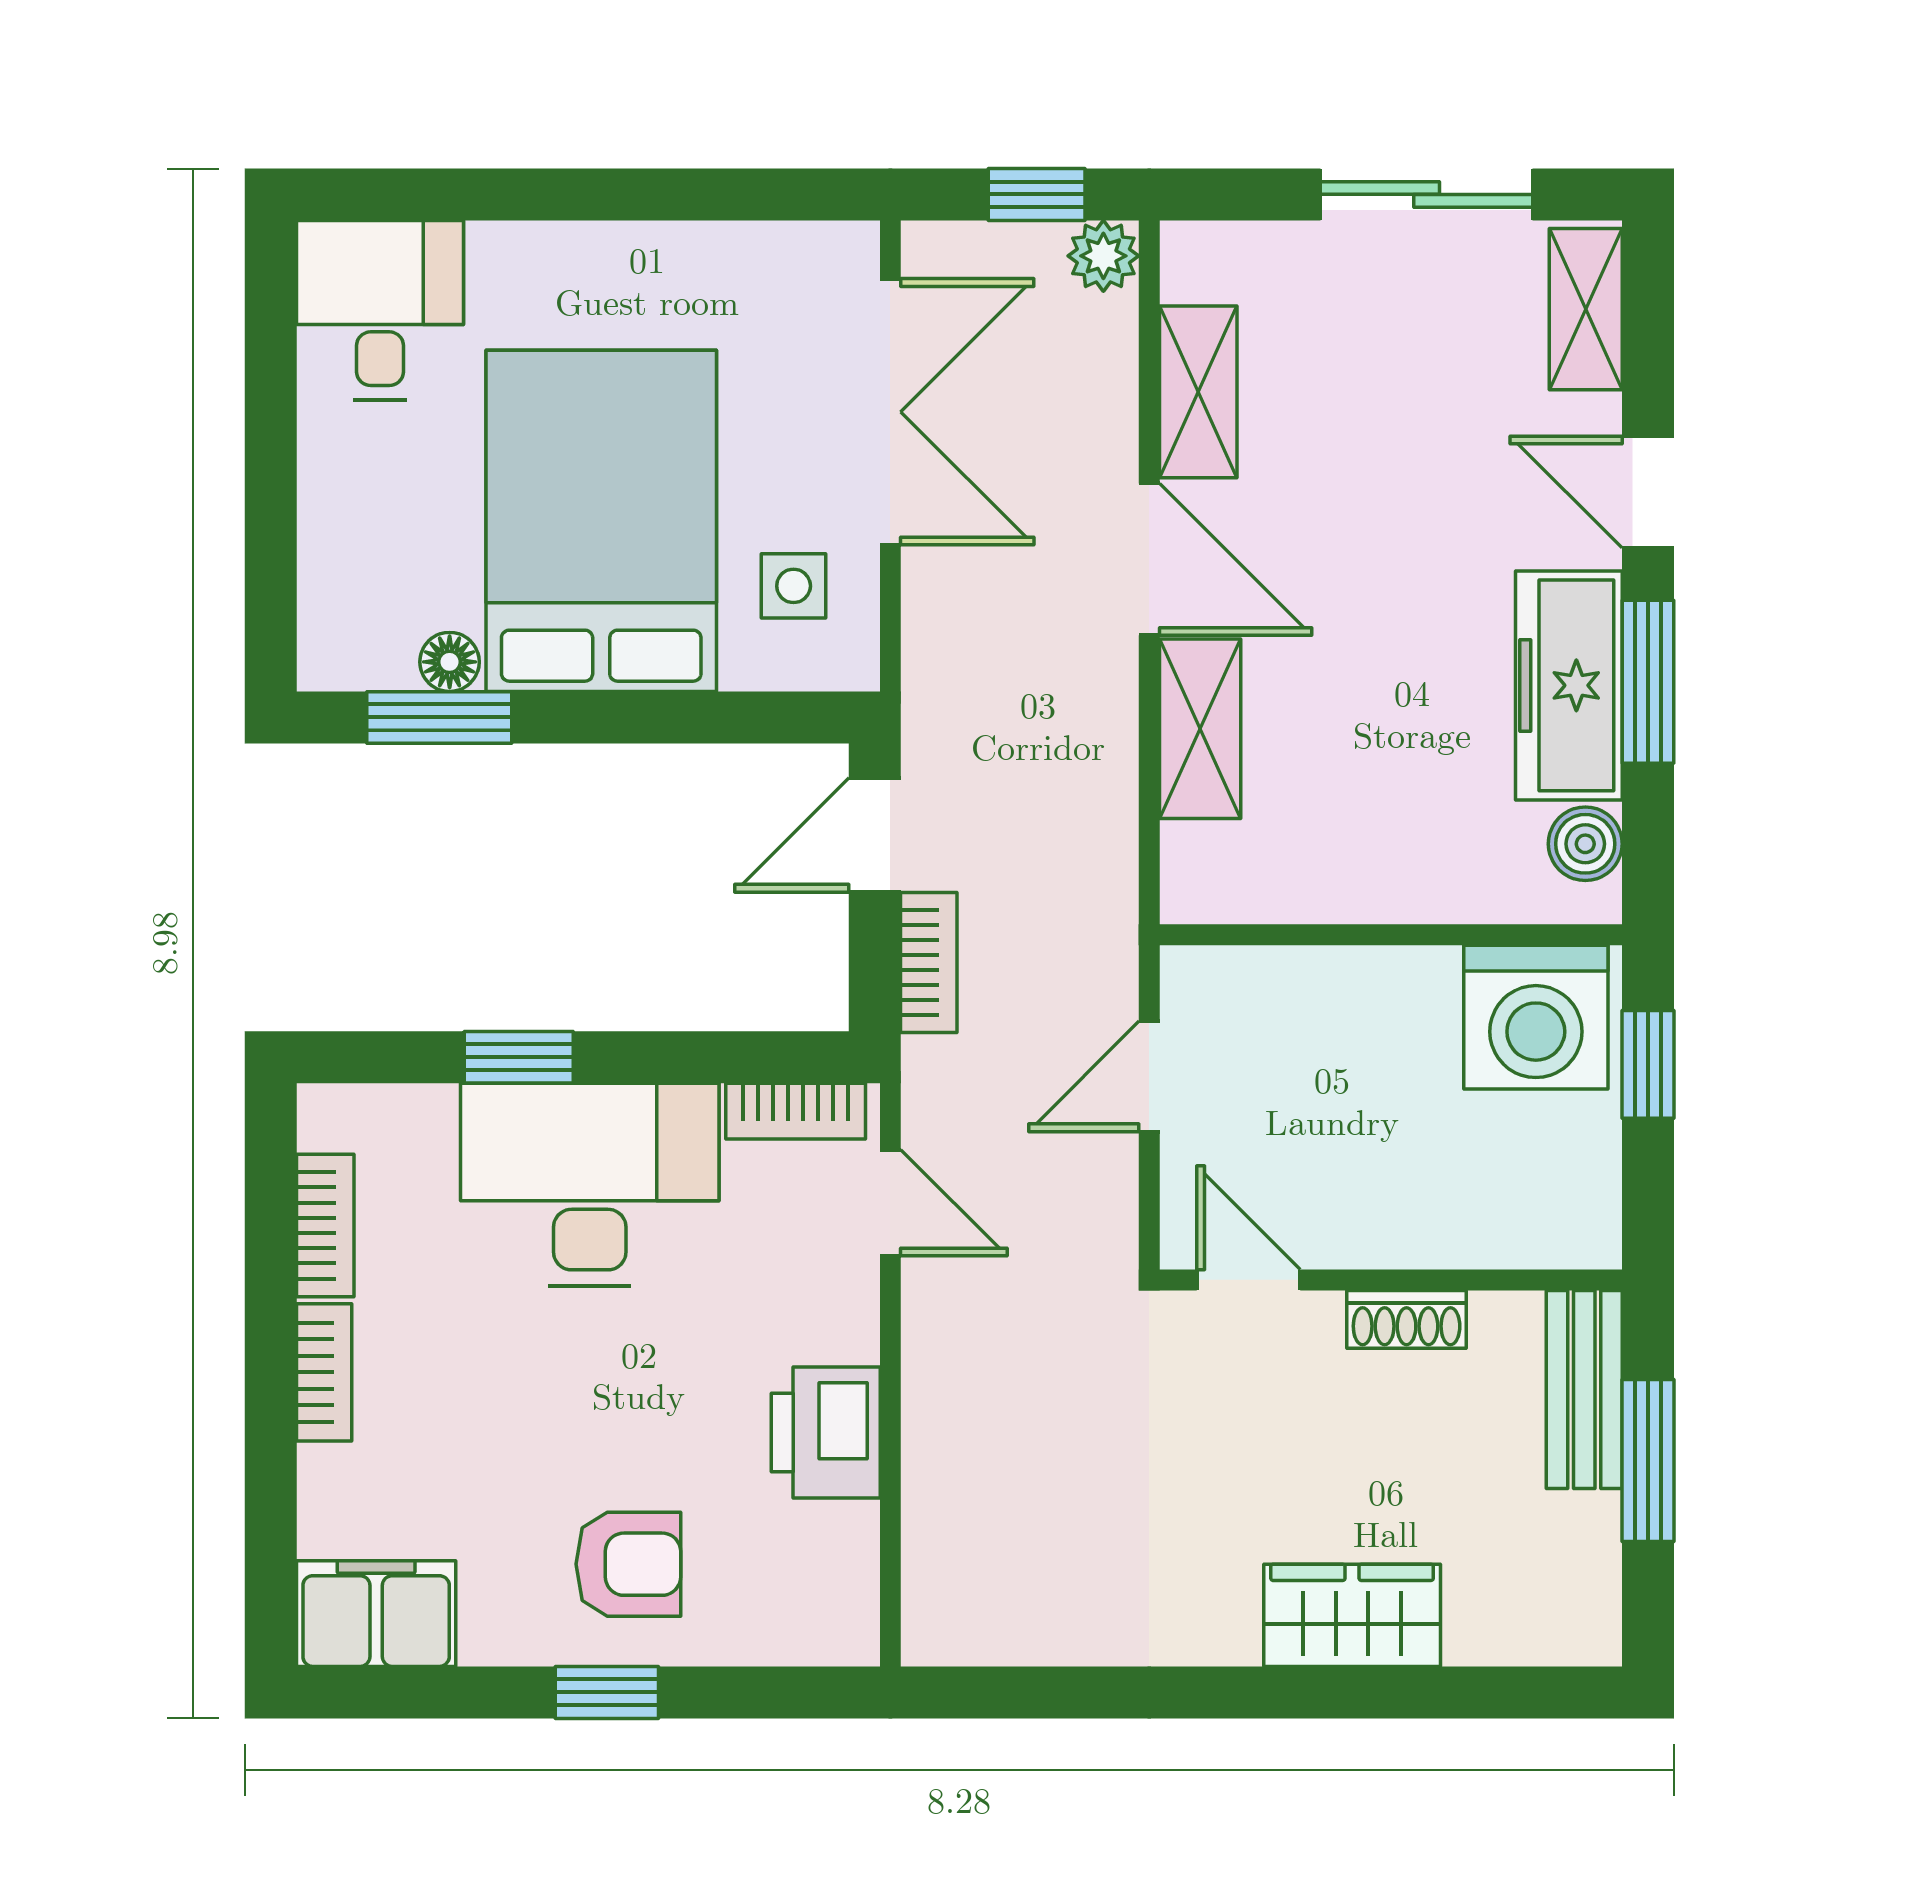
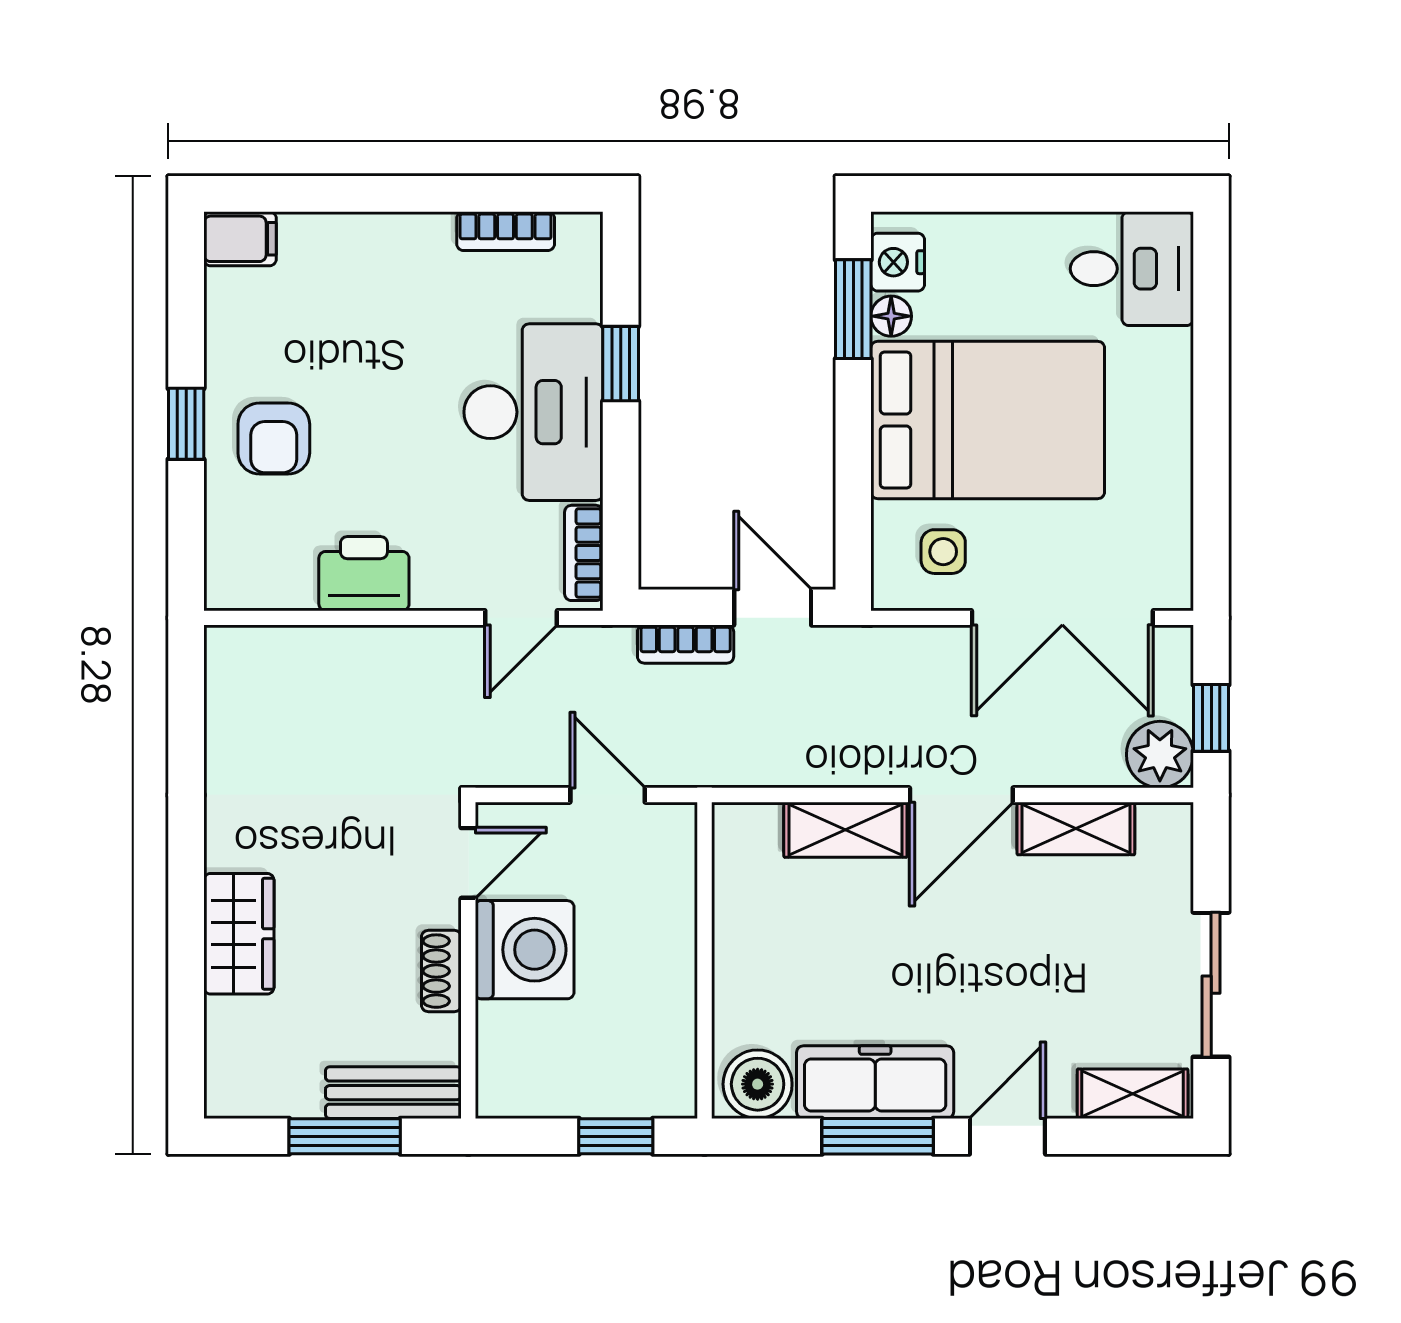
plant: (1103, 256) -> (1160, 755), width x1.38, depth x1.38
nightstand: (371, 652) -> (898, 262), added
boiler: (1585, 844) -> (758, 1084), width x1.36, depth x1.36
washing machine: (1536, 1017) -> (525, 950), moved, turned 180
bookcase: (324, 1372) -> (405, 230), removed
filing cabinet: (376, 1614) -> (240, 239), width x0.50

